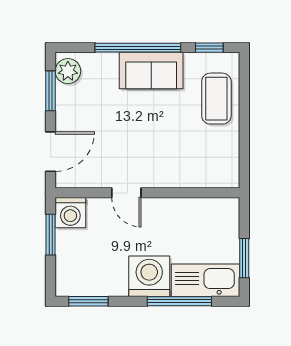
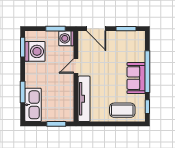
plant: (68, 71) -> (136, 37), removed
tv unit: (193, 176) -> (84, 99), added
window: (244, 258) -> (56, 124), moved
washing machine: (149, 276) -> (35, 51), moved
window: (179, 301) -> (23, 92), width x0.69

